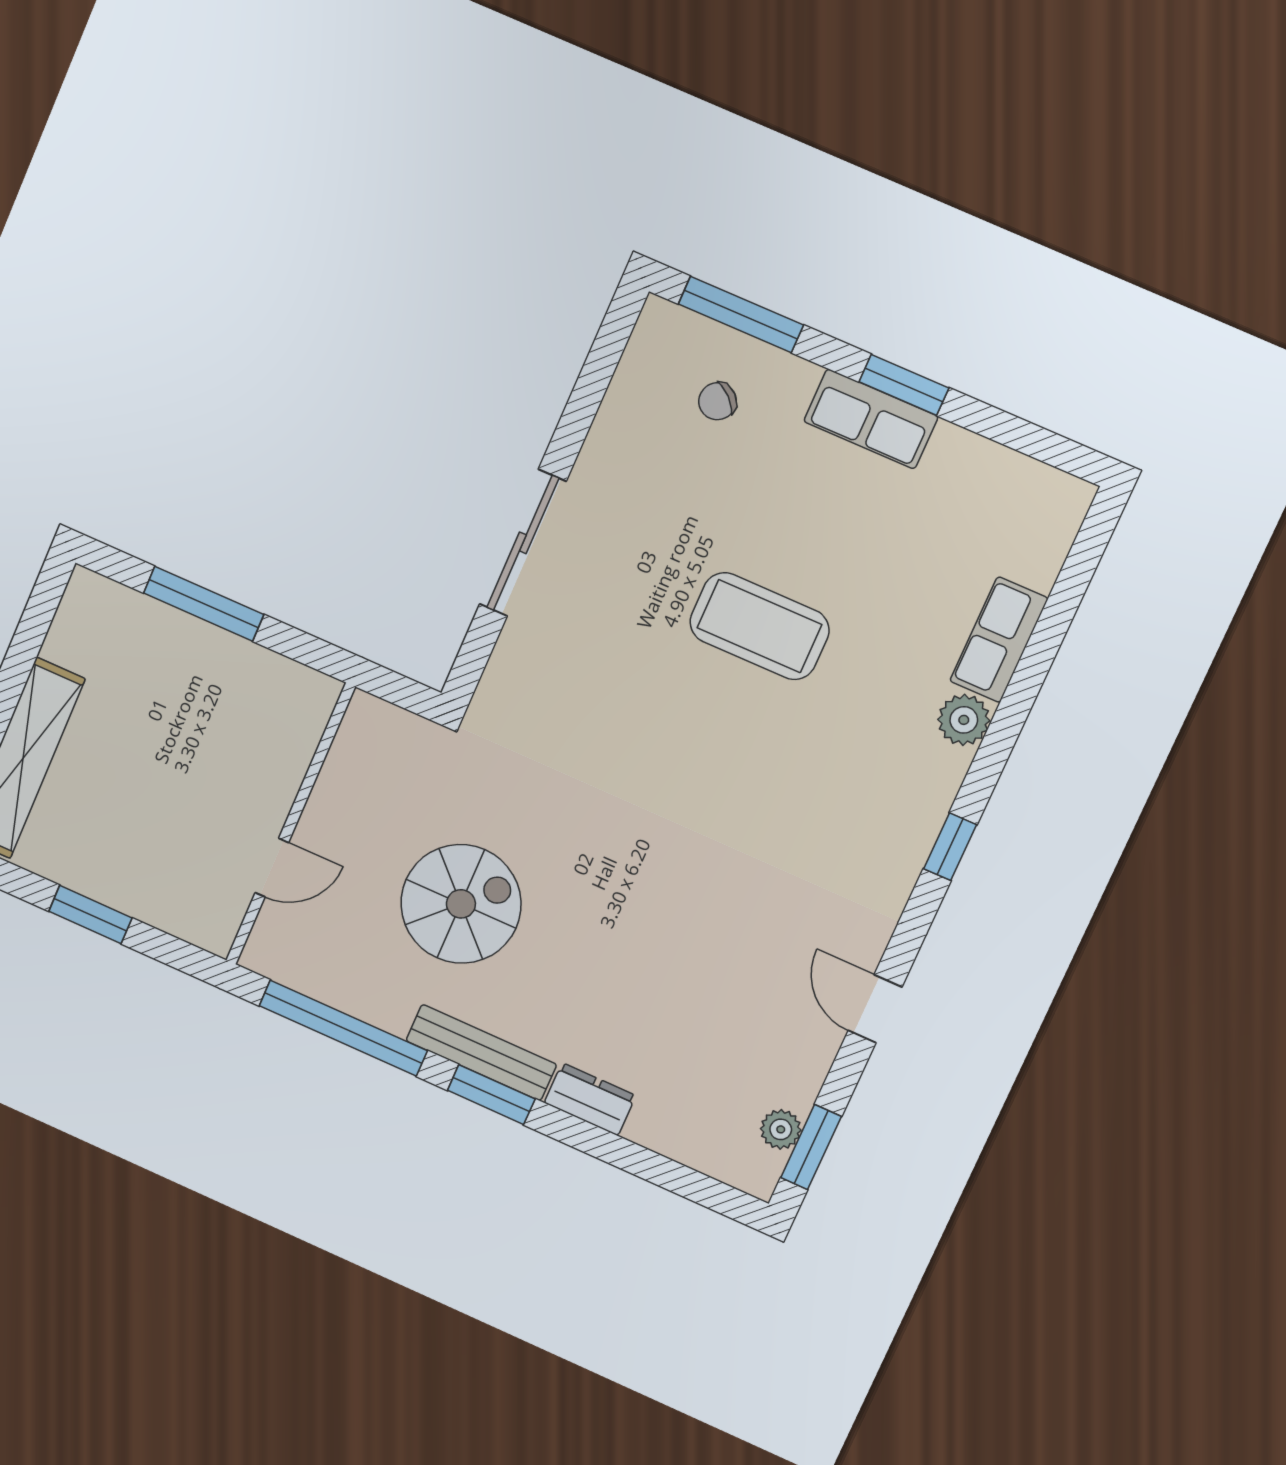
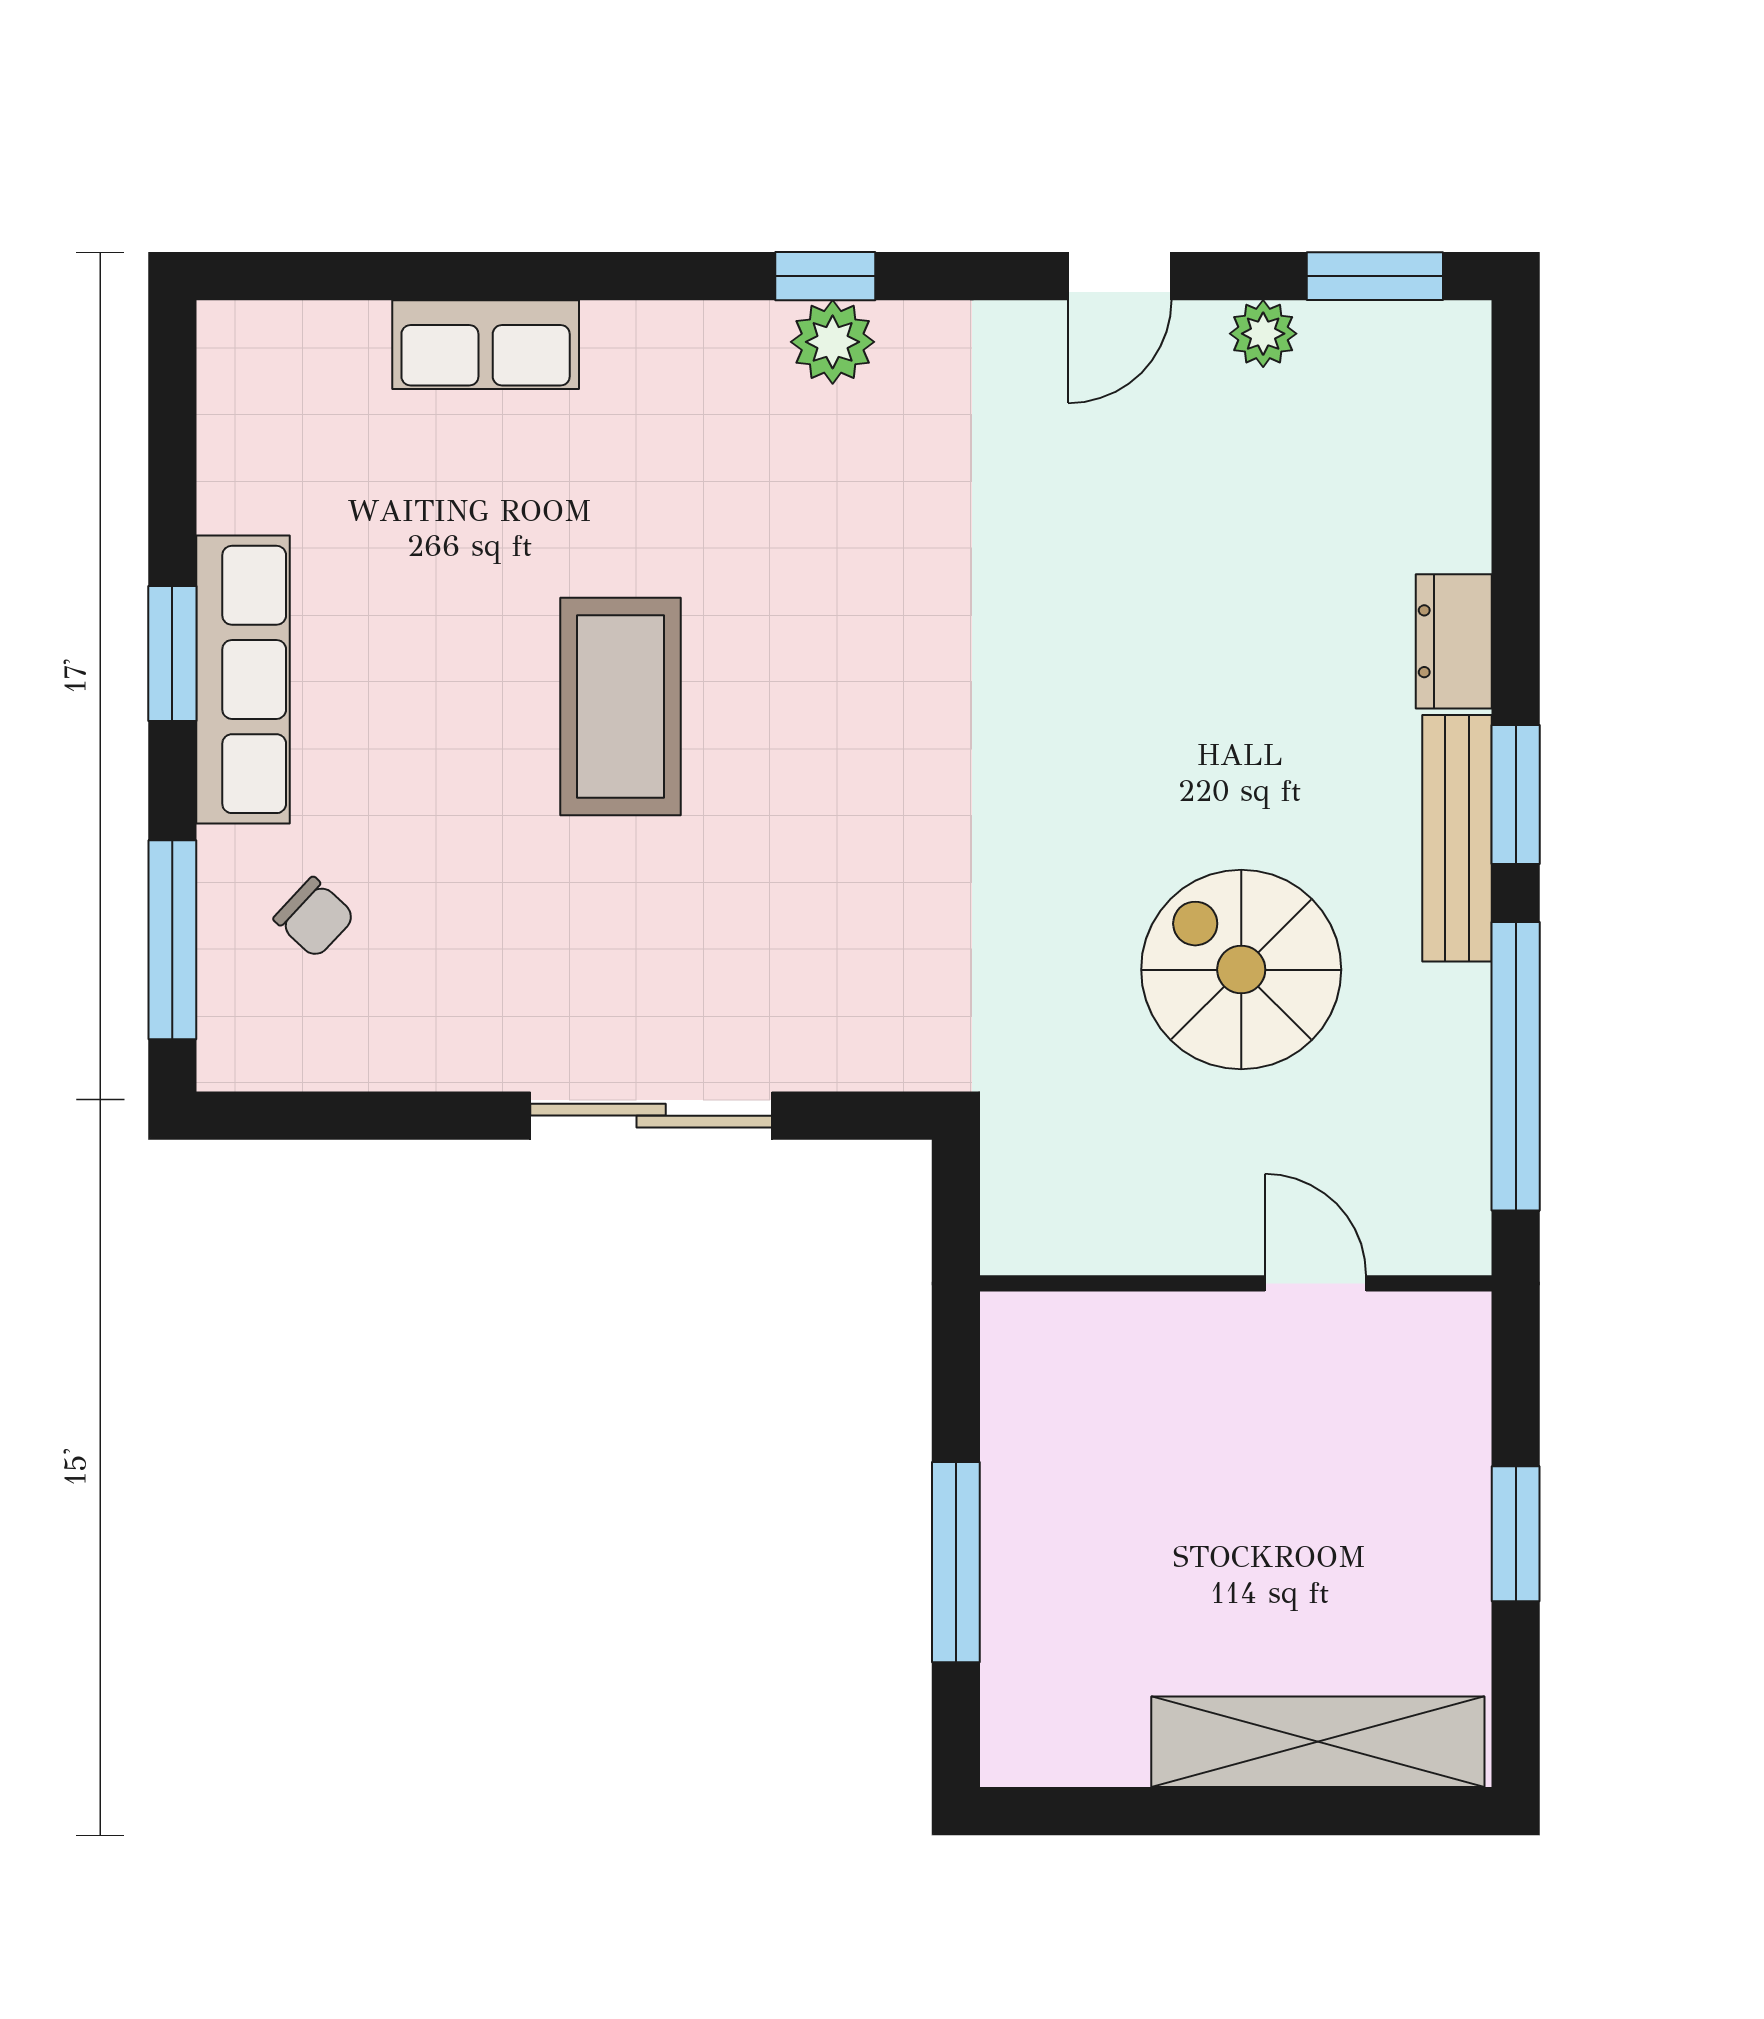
row of seats: (871, 419) -> (243, 679), width x1.48
plant: (964, 720) -> (833, 342), moved
plant: (781, 1129) -> (1263, 334), moved

